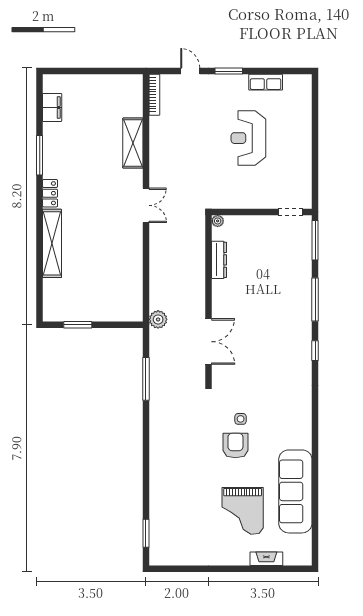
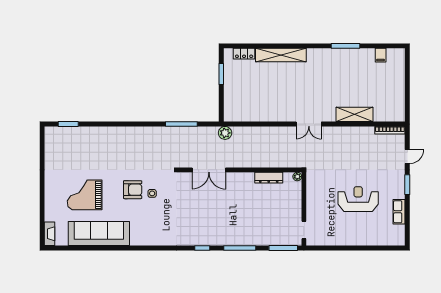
filing cabinet: (52, 107) -> (381, 55), width x0.50
locker: (50, 193) -> (244, 54), moved
fireplace: (266, 559) -> (50, 234), moved

